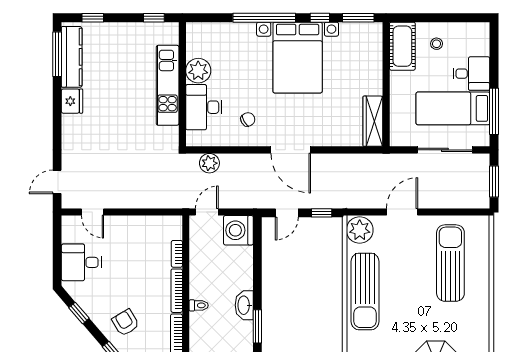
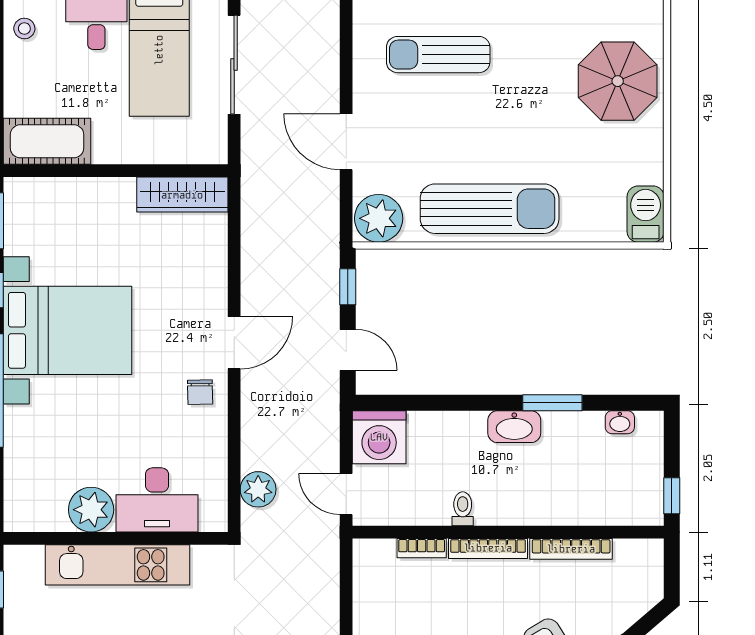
stool: (437, 44) -> (24, 28), moved
chair: (248, 119) -> (200, 392), moved, turned -151
door: (291, 150) -> (234, 343), width x0.73
sun lounger: (450, 263) -> (438, 55), width x0.73, depth x0.75
toilet: (199, 305) -> (463, 509), moved

